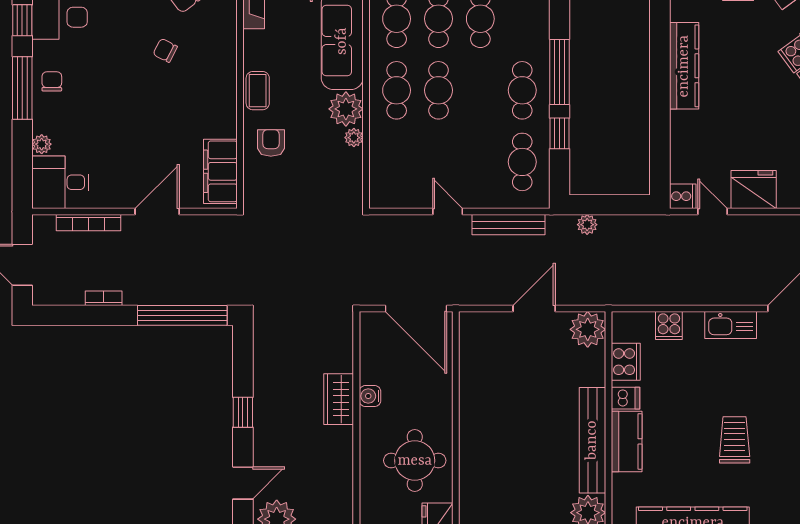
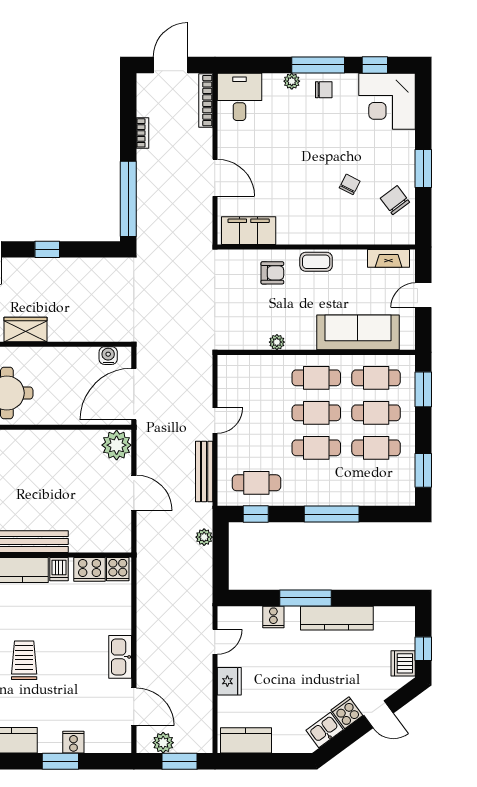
cafe table: (522, 90) -> (316, 448), moved
window: (660, 103) -> (306, 598), added
plant: (346, 109) -> (301, 335), removed
window: (560, 133) -> (256, 514), moved
plant: (42, 144) -> (292, 81), moved
fridge: (754, 190) -> (229, 681), width x0.73, depth x0.75
cooker: (683, 196) -> (273, 617), moved
bookcase: (88, 223) -> (206, 101), moved
cooker: (669, 325) -> (118, 569), moved, turned -90
plant: (588, 329) -> (117, 445), moved
water cooler: (370, 396) -> (108, 356), moved
wardrobe: (339, 399) -> (25, 329), moved
trolley: (735, 440) -> (24, 660), turned -90

